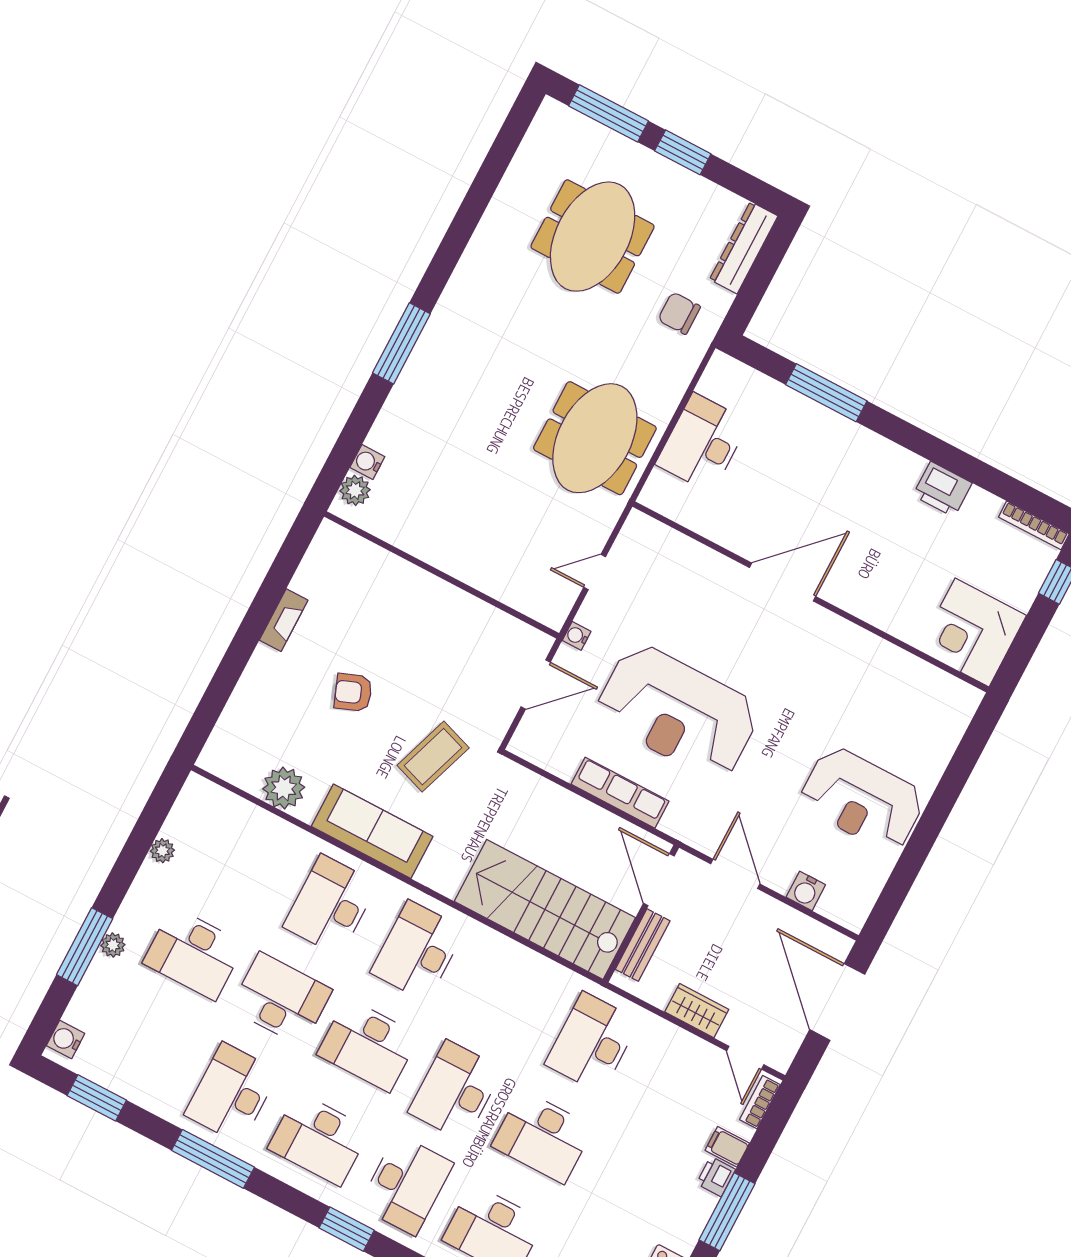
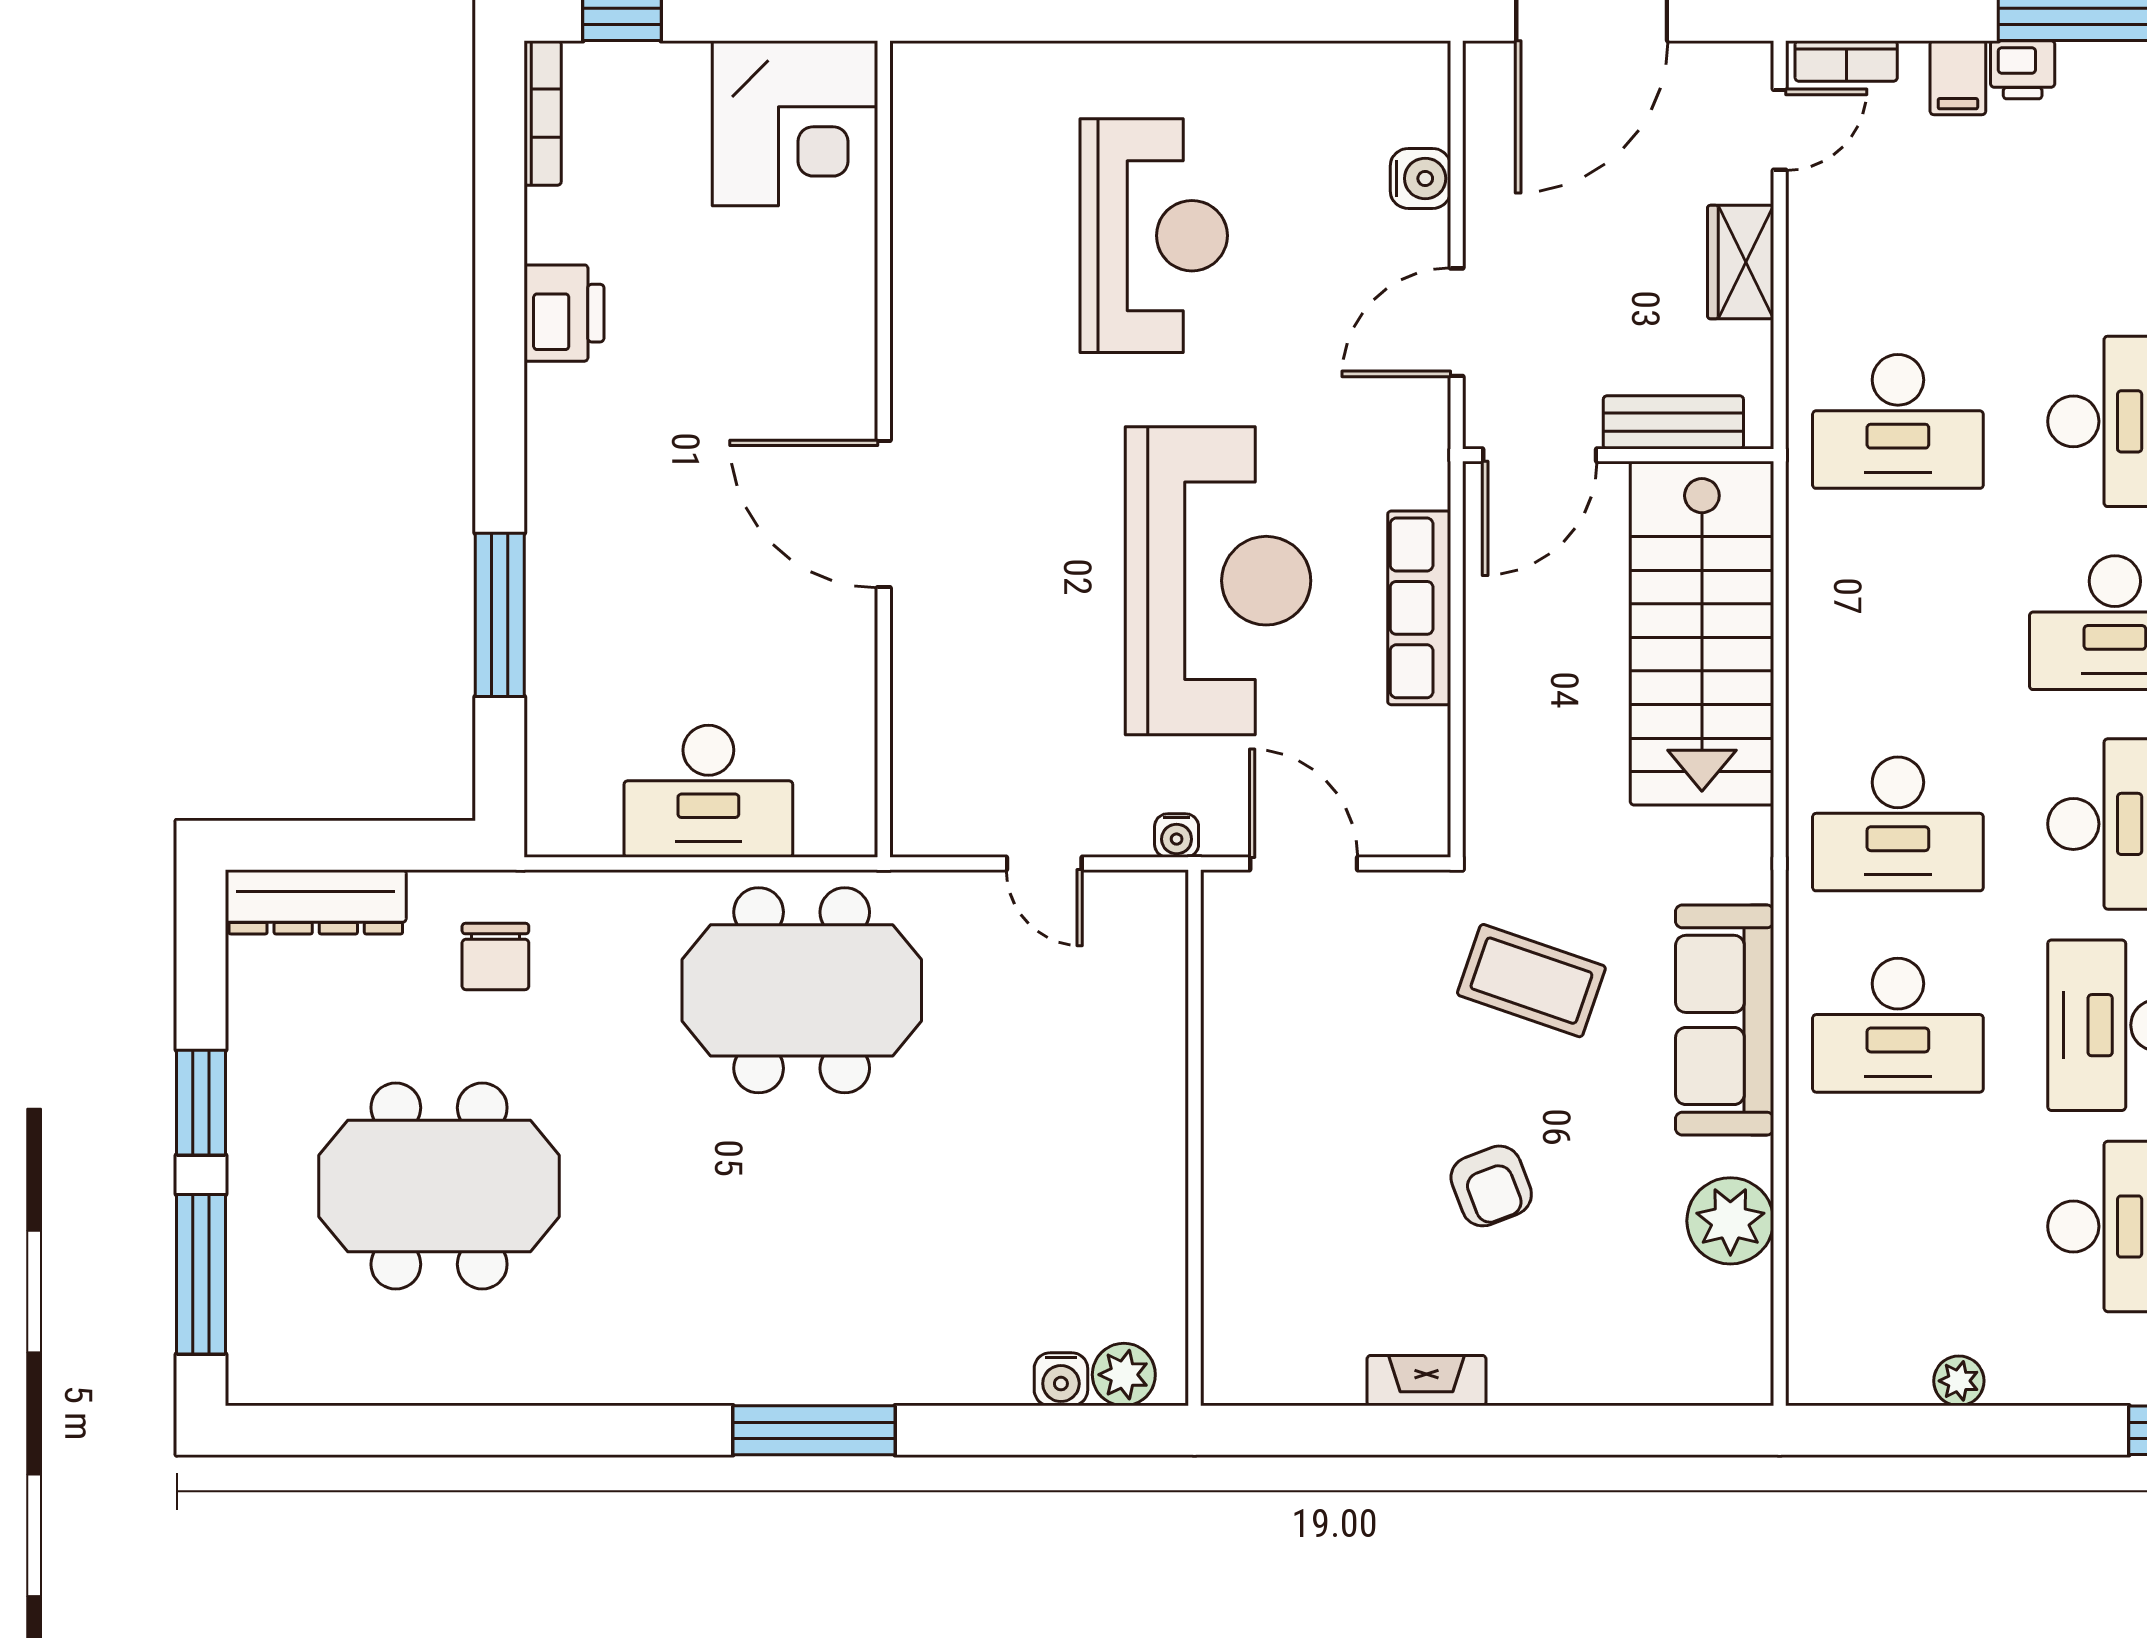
reception desk: (862, 799) -> (1154, 236), moved

